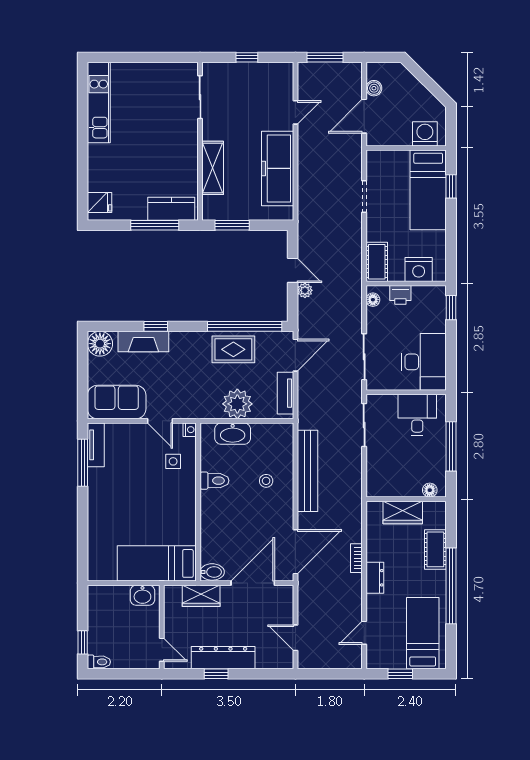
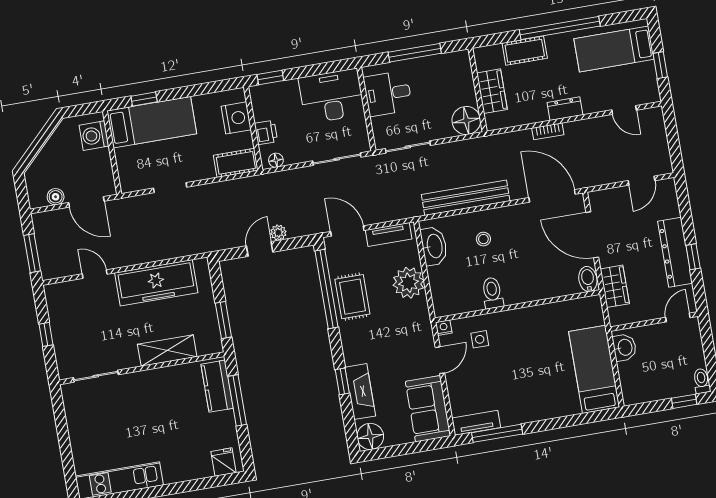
washbasin: (233, 434) -> (434, 246), moved
floor lamp: (430, 490) -> (466, 121), moved, width x1.89, depth x1.89
bed: (157, 563) -> (594, 369), moved, turned 180

